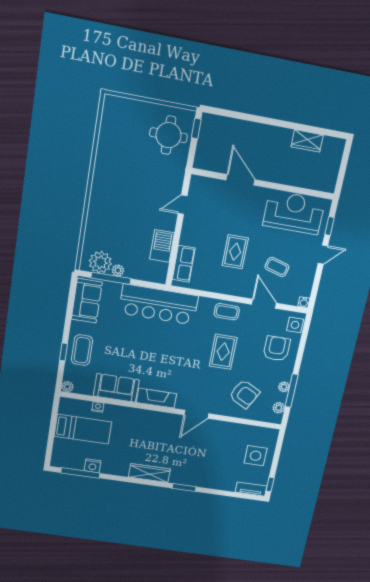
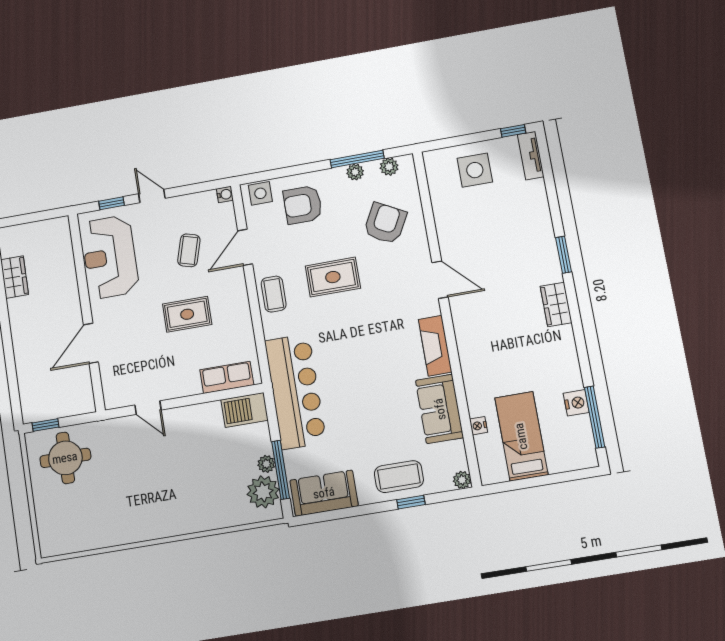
barbecue: (162, 246) -> (245, 410), moved
wardrobe: (149, 473) -> (556, 304), width x0.67

